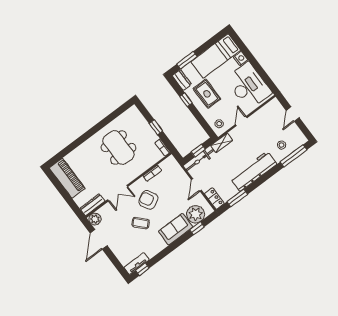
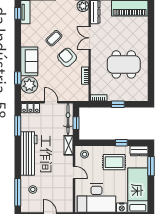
armchair: (148, 200) -> (67, 57), turned -104

